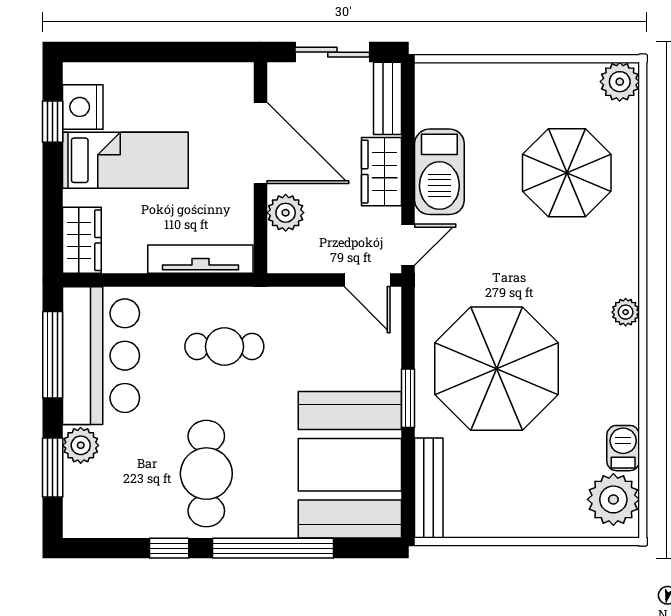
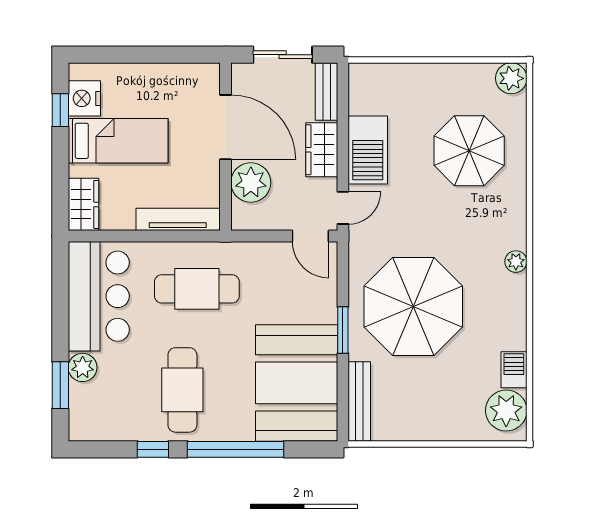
plant: (286, 213) -> (251, 183), width x1.36, depth x1.36
cafe table: (224, 346) -> (197, 289), width x1.37, depth x1.35
window: (53, 355) -> (60, 295), removed

